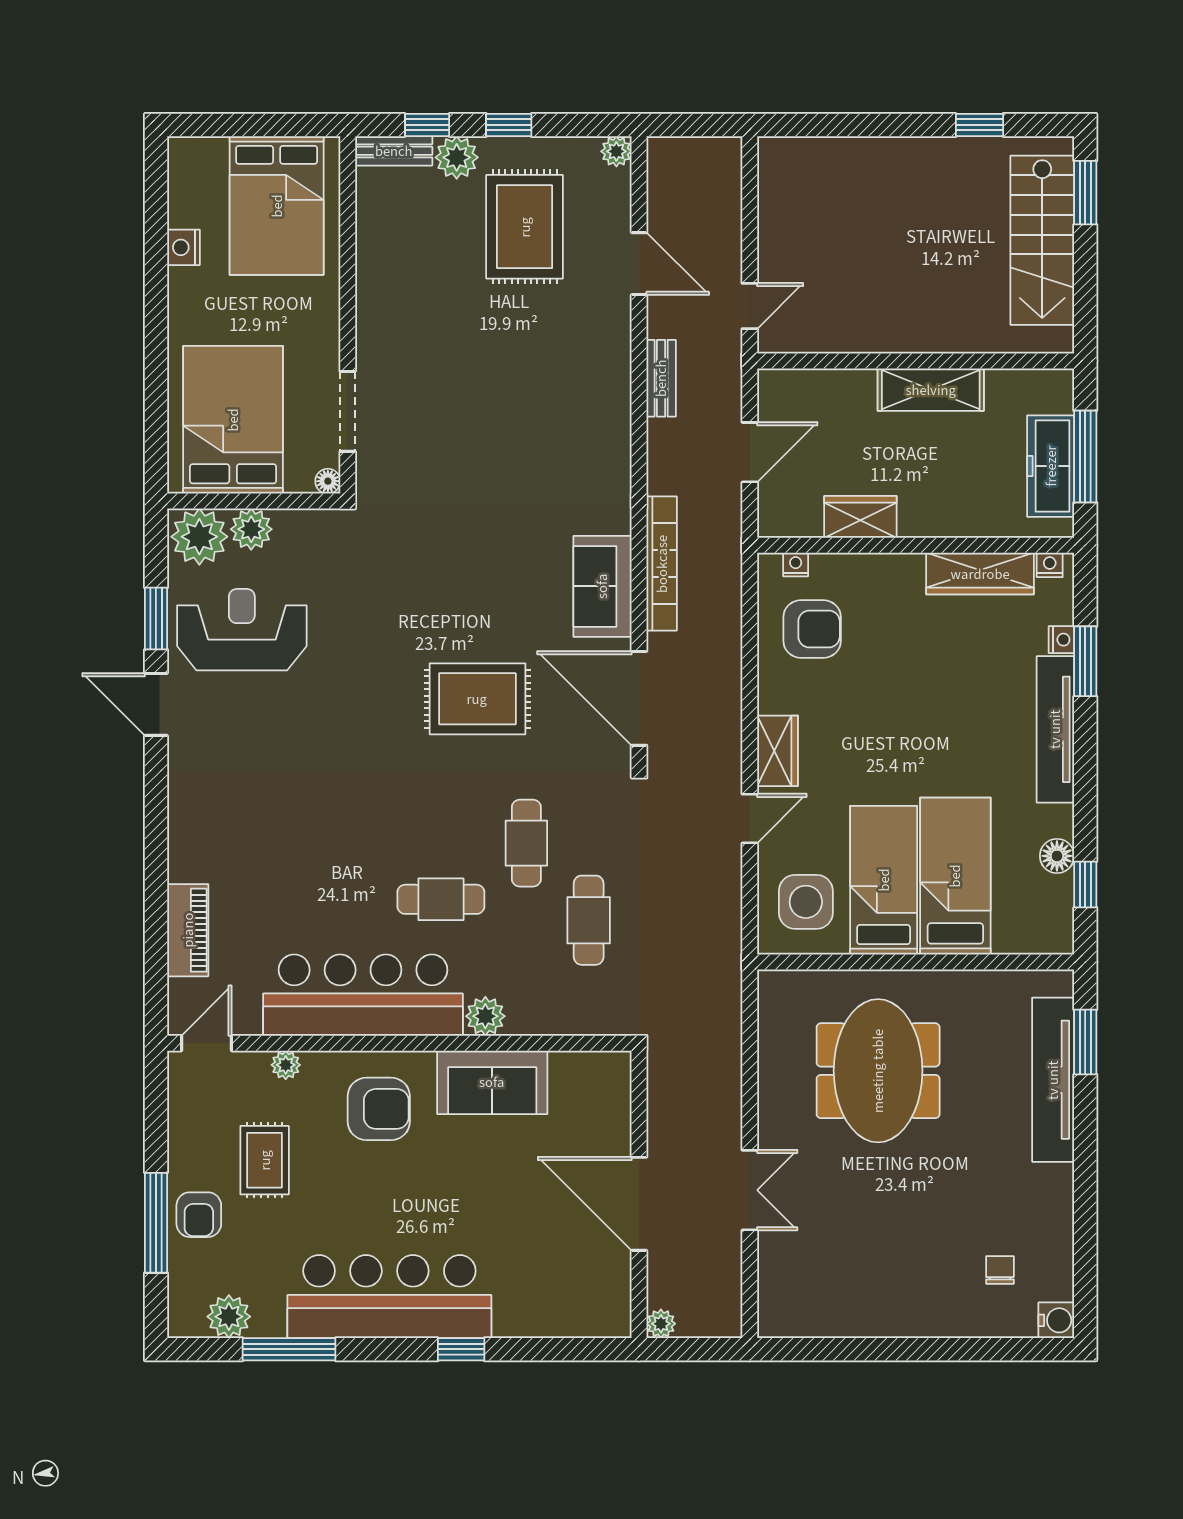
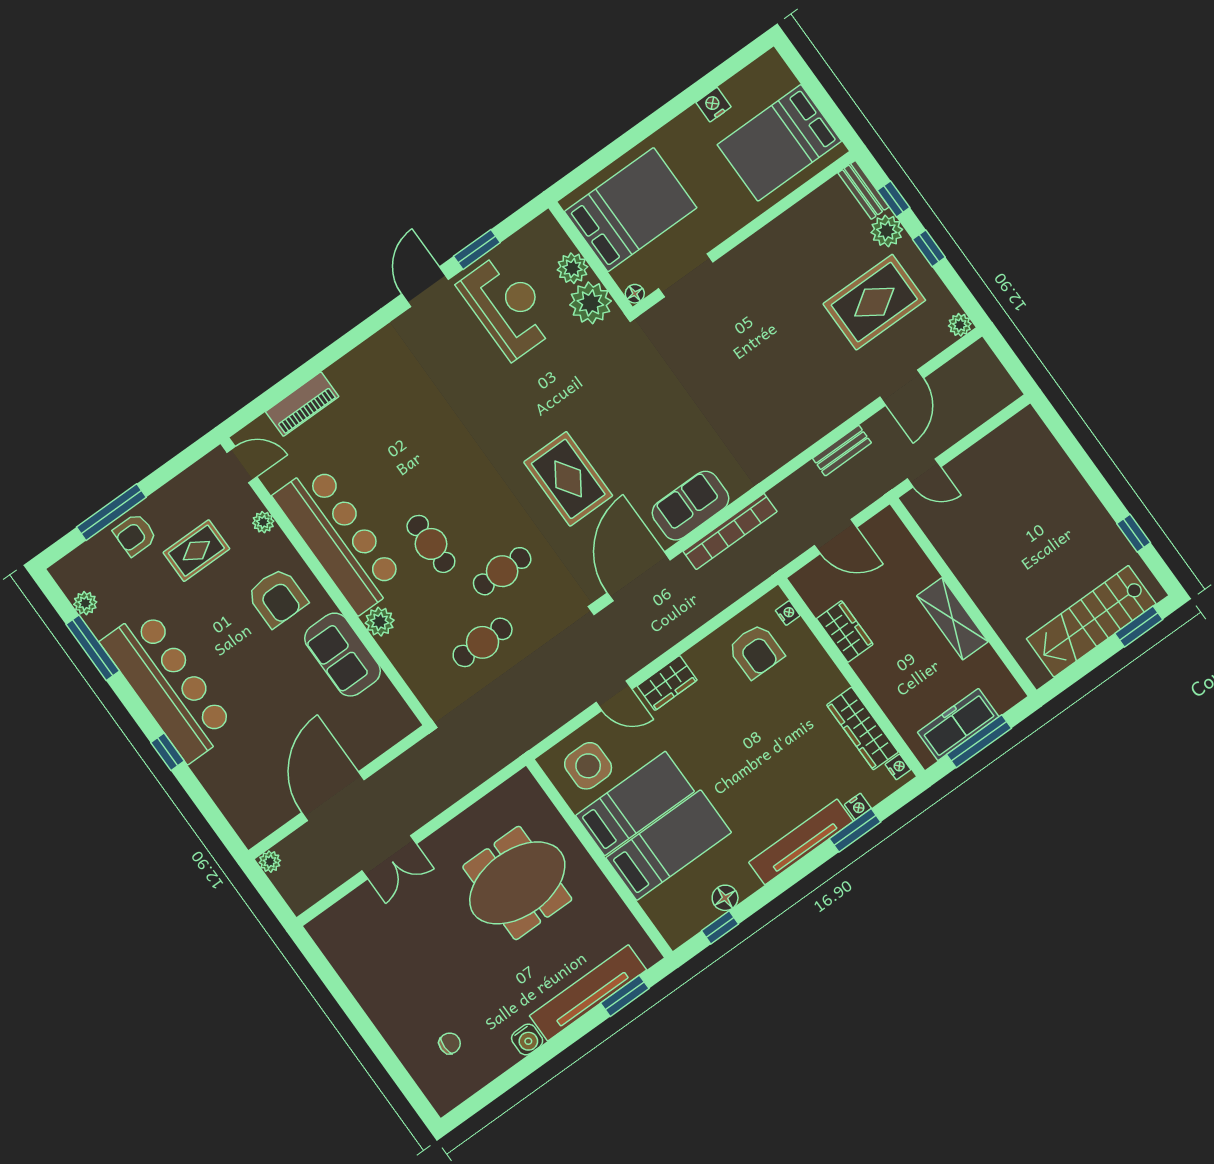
plant: (199, 537) -> (590, 303), moved
plant: (229, 1317) -> (85, 603), width x0.73, depth x0.73
water cooler: (1056, 1320) -> (527, 1039), moved

